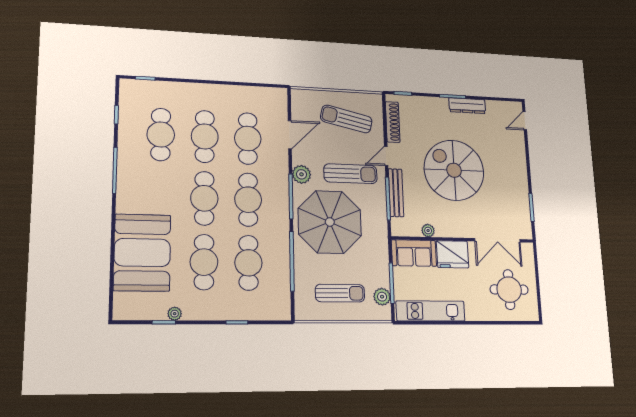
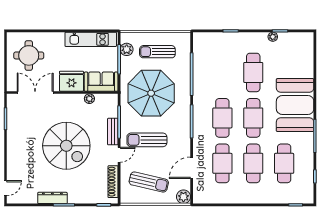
plant: (301, 174) -> (183, 197), moved
bench: (396, 193) -> (113, 132), width x0.73
parasol: (330, 222) -> (151, 93), moved
booth: (142, 252) -> (295, 105), moved
cafe table: (248, 263) -> (222, 72), removed

